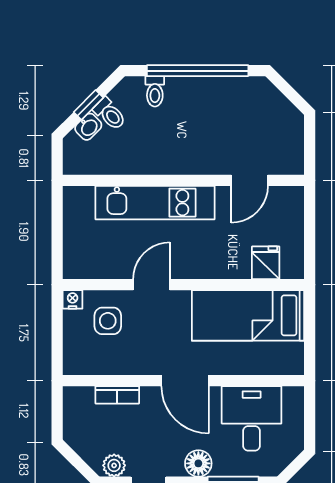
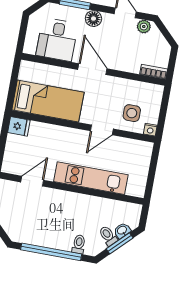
window: (88, 105) -> (120, 243), width x1.50
fridge: (266, 263) -> (19, 126), moved, turned -90
bookcase: (117, 395) -> (154, 72), moved

